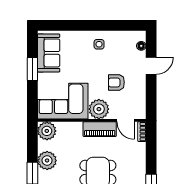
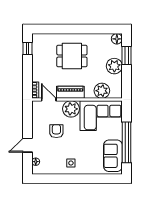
window: (32, 69) -> (127, 142), width x2.11
armchair: (116, 82) -> (56, 131), turned -90
plant: (47, 131) -> (102, 91), moved

